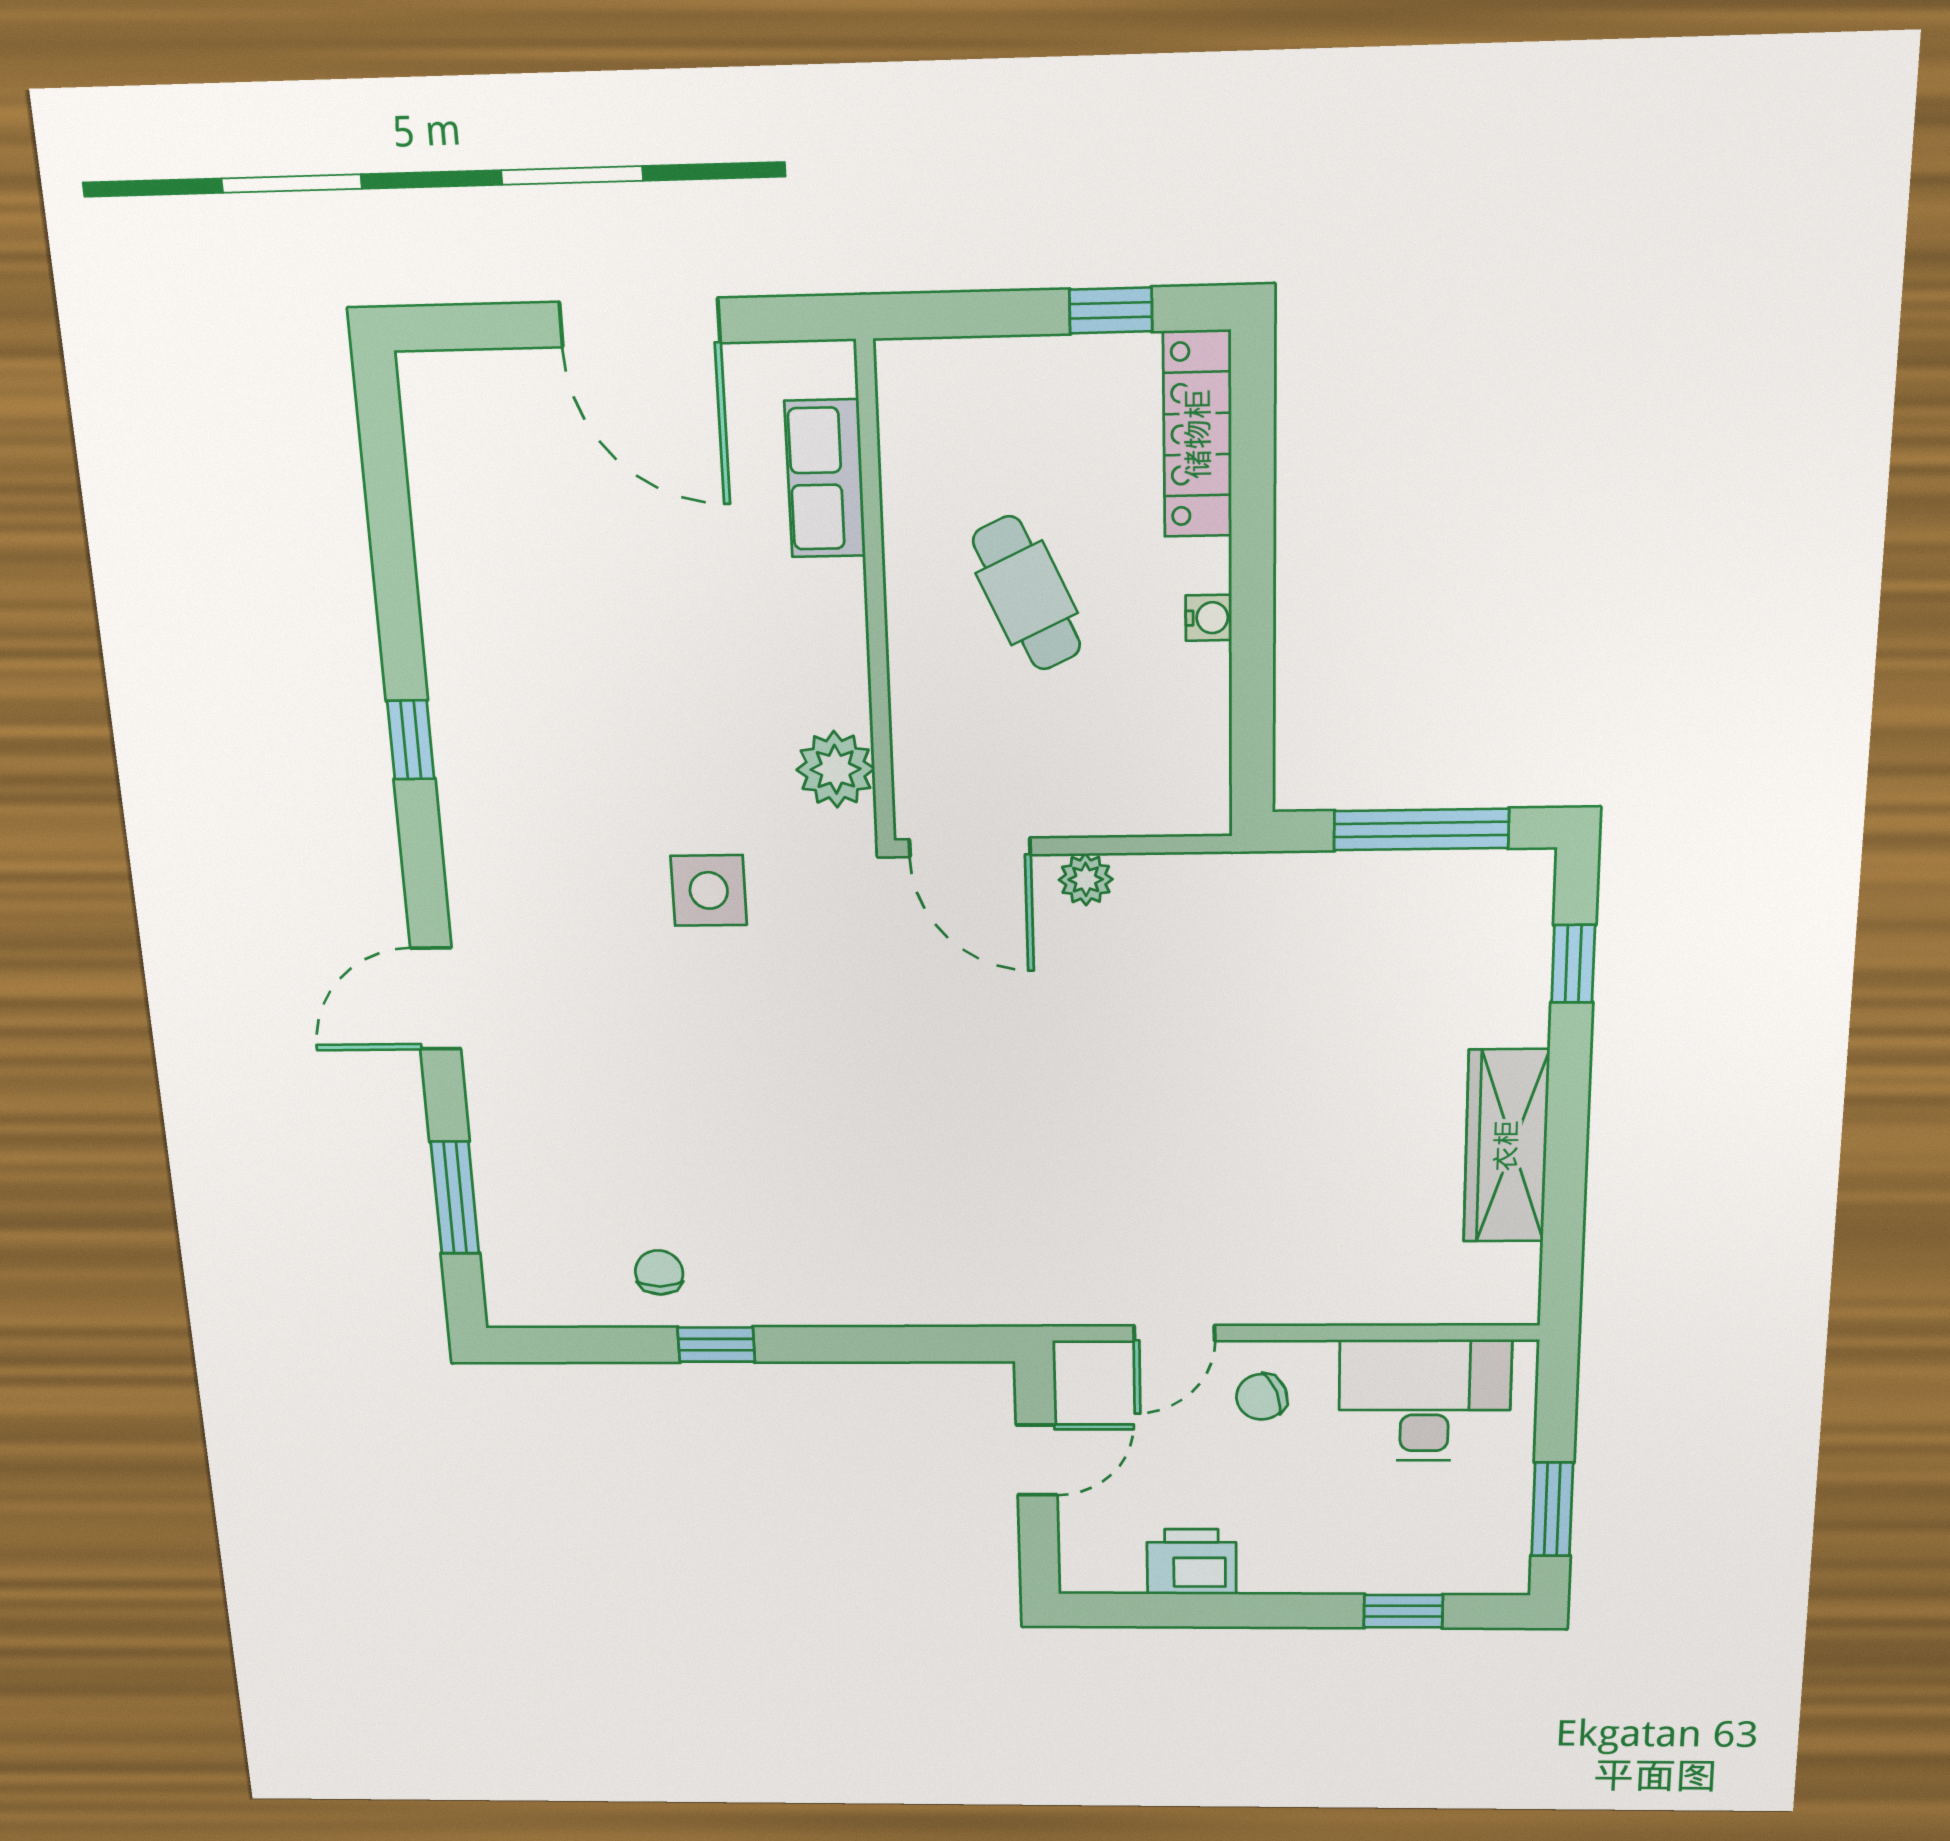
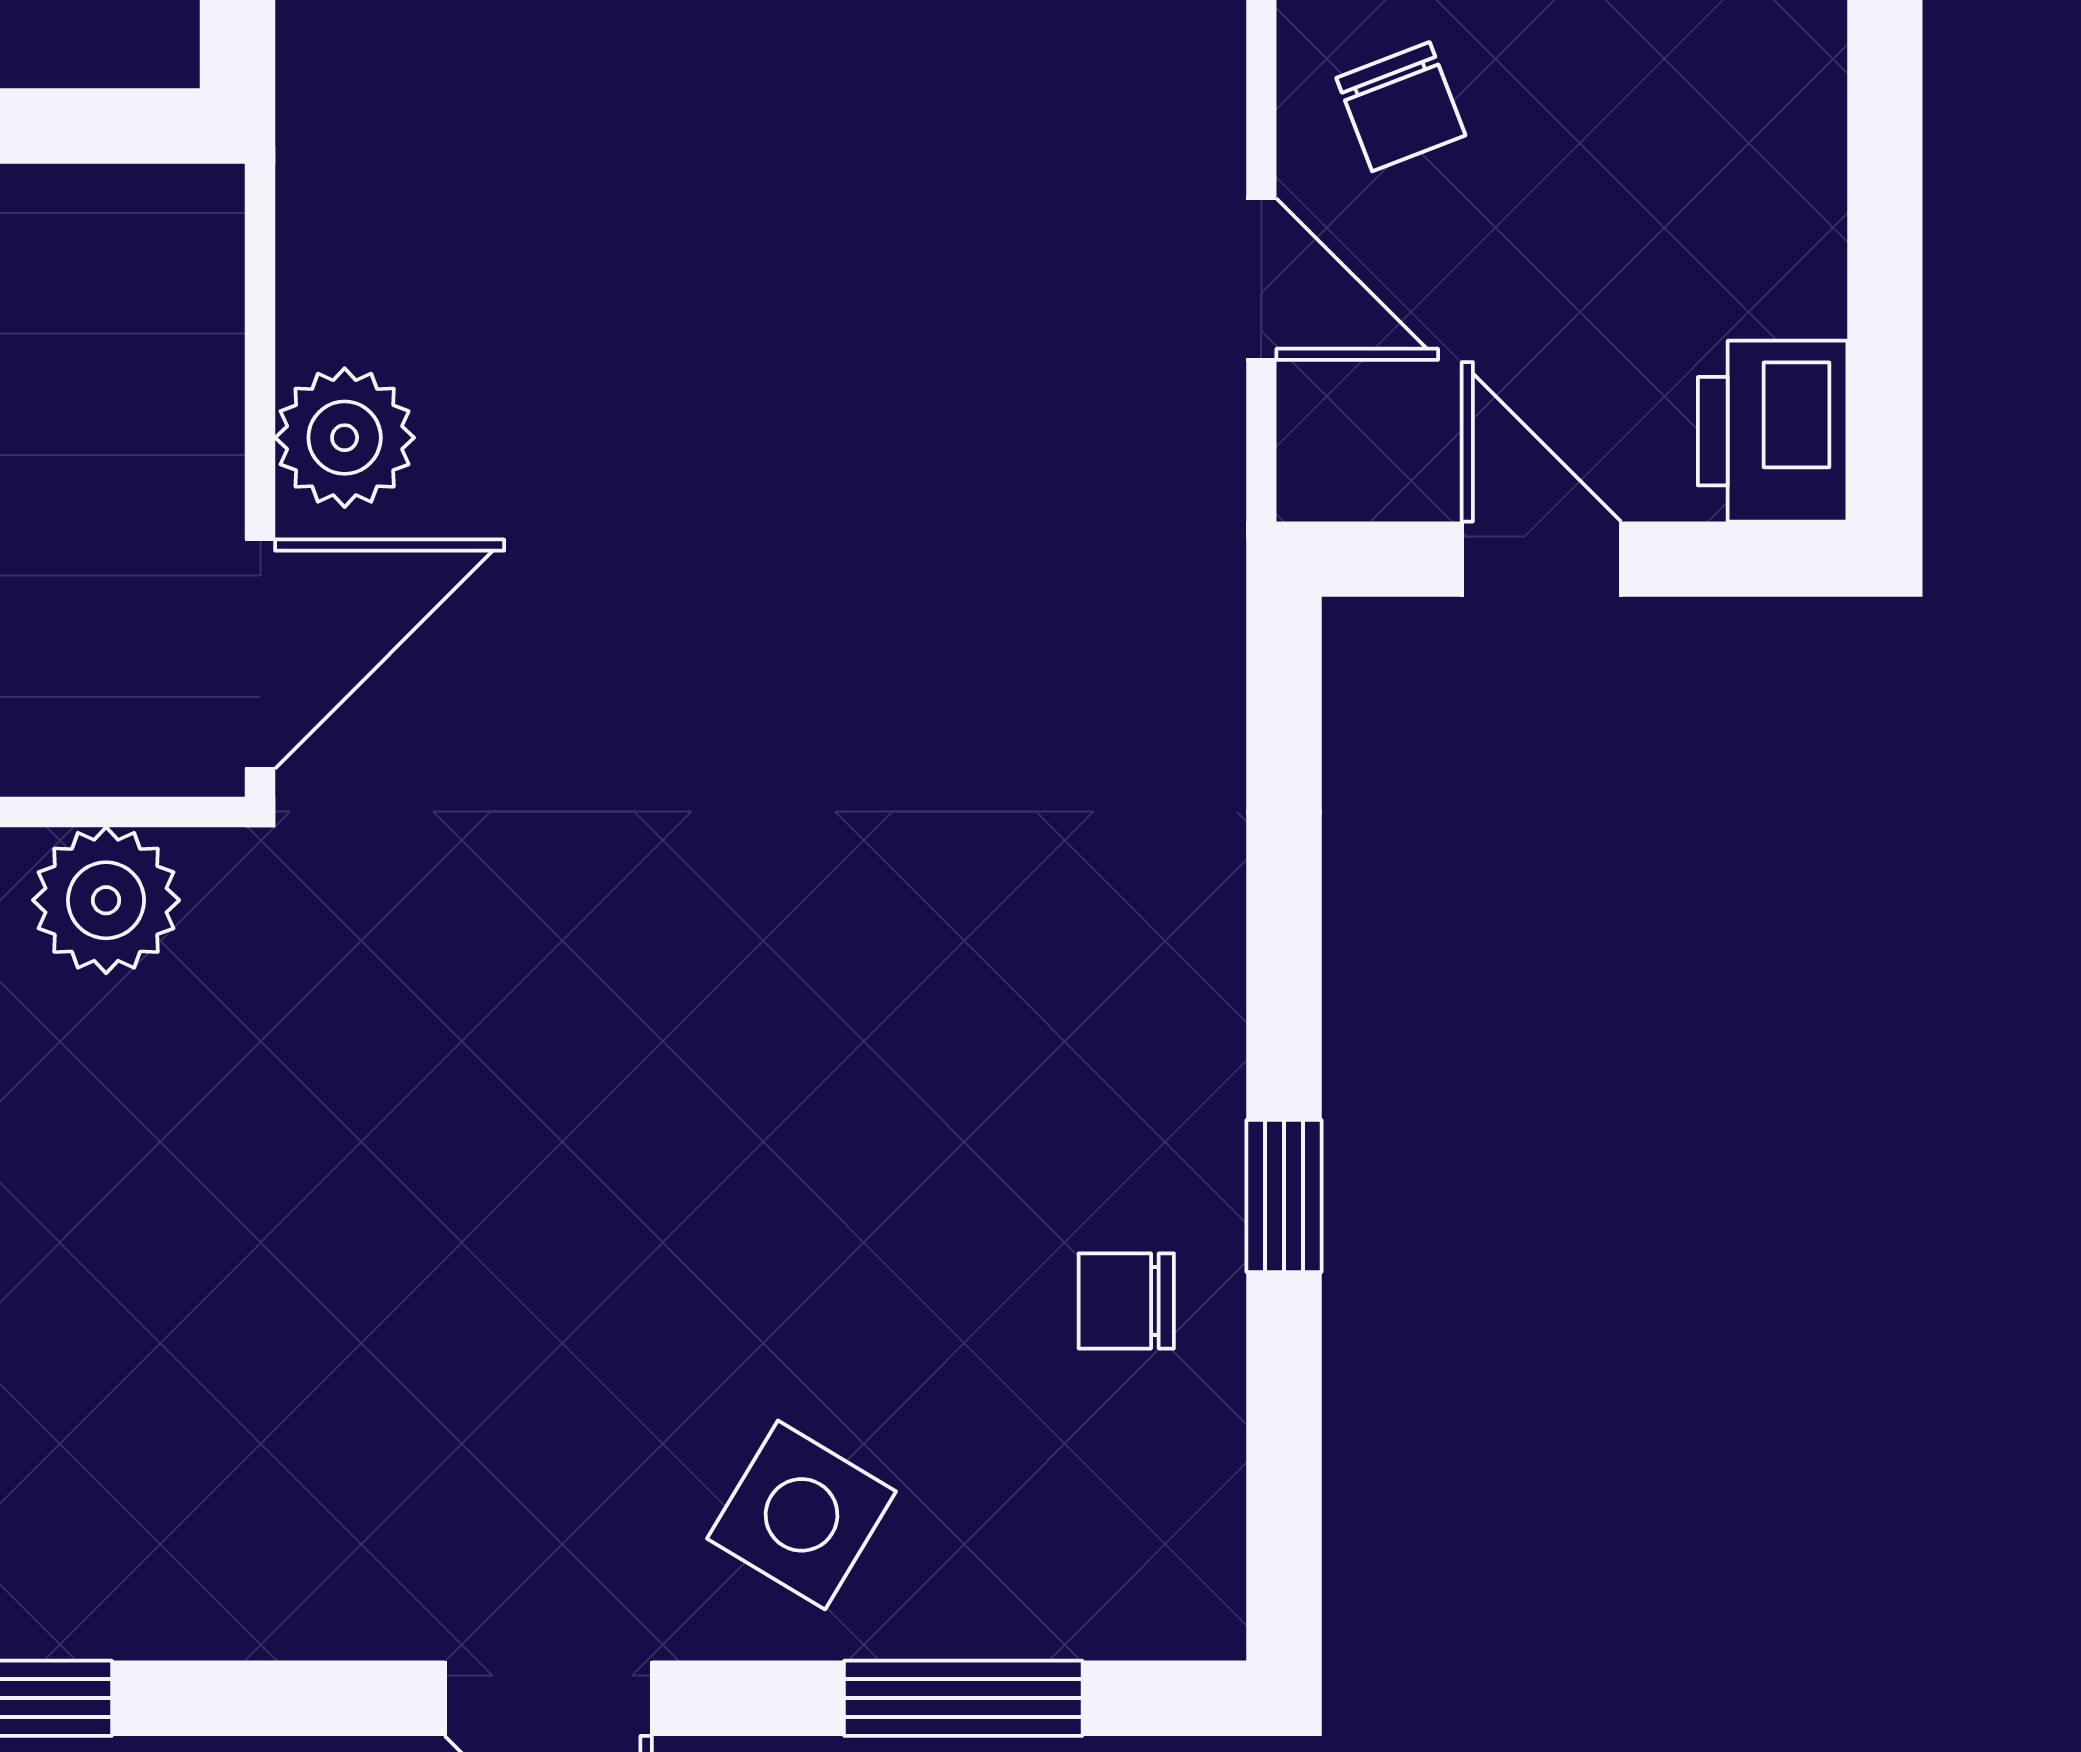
plant: (1086, 879) -> (345, 438), width x1.38, depth x1.38
side table: (709, 890) -> (801, 1515), moved, turned 31
printer: (1192, 1562) -> (1773, 431), moved

